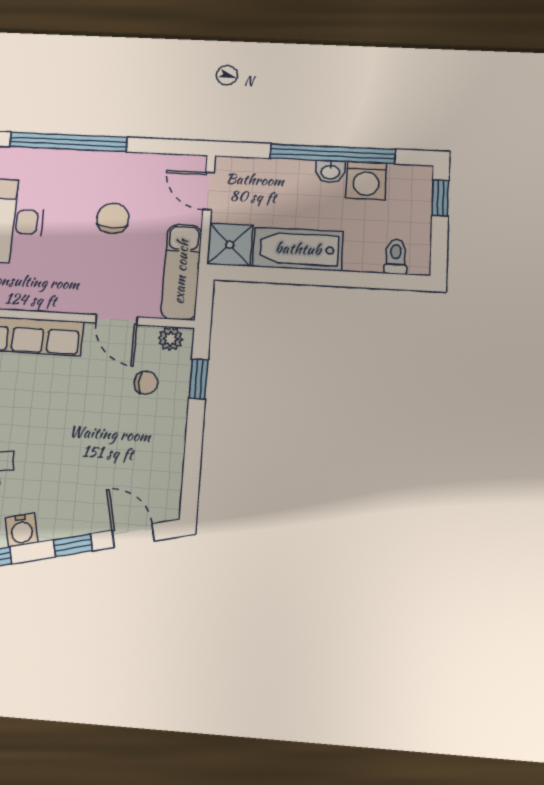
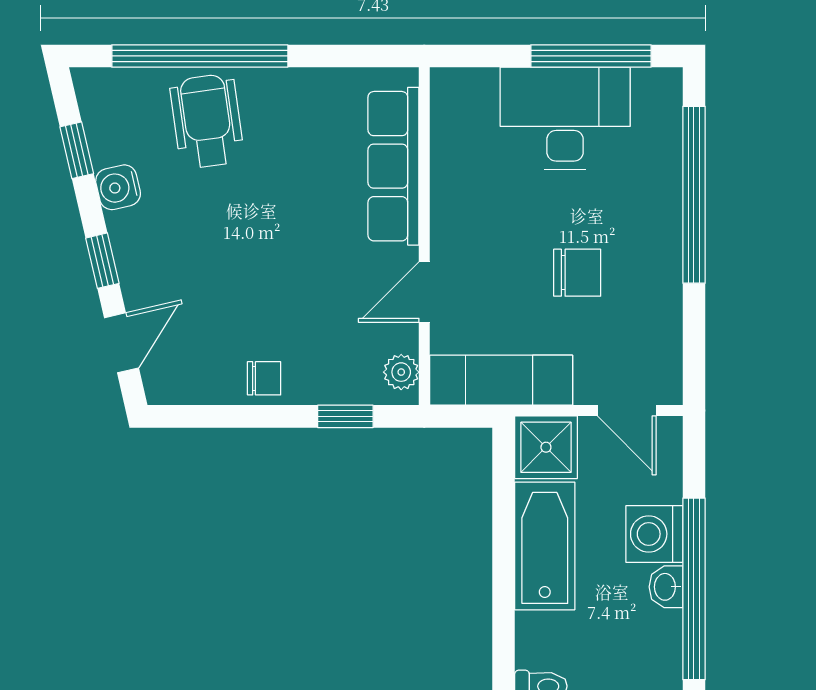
washing machine: (366, 181) -> (654, 534), moved
door: (209, 191) -> (627, 411), swing flipped
chair: (146, 383) -> (264, 378), moved, turned -90

